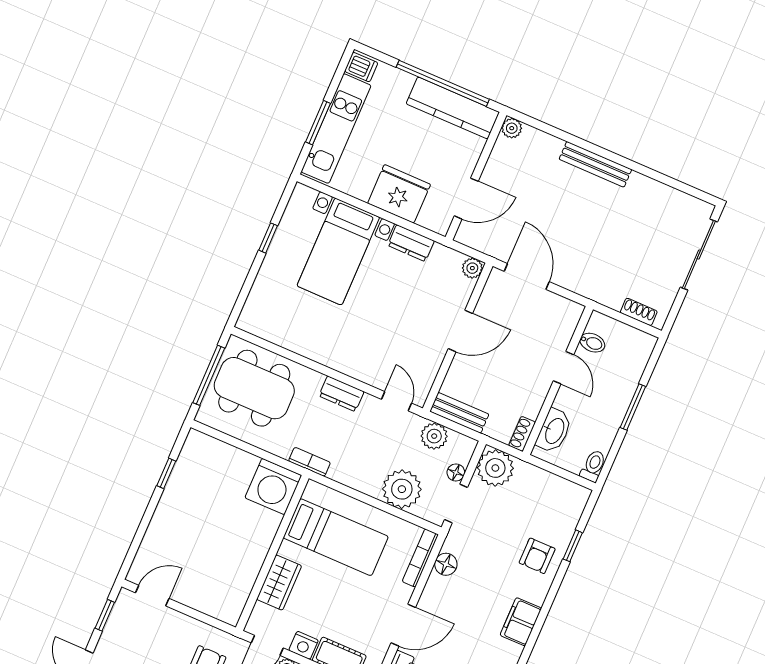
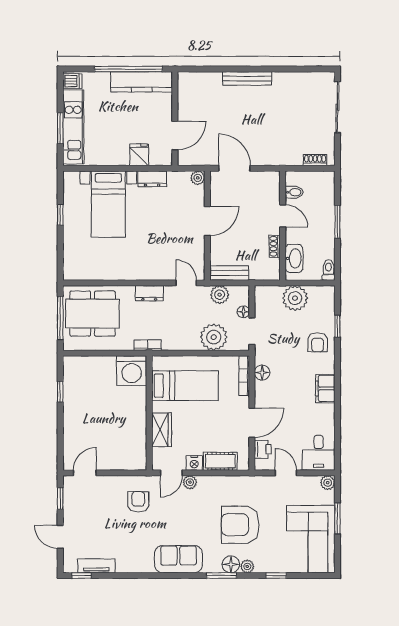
plant: (512, 128) -> (184, 79), removed
fridge: (399, 194) -> (139, 155), width x0.53, depth x0.75
shoe rack: (522, 434) -> (275, 246), moved
plant: (495, 468) -> (295, 298), moved

